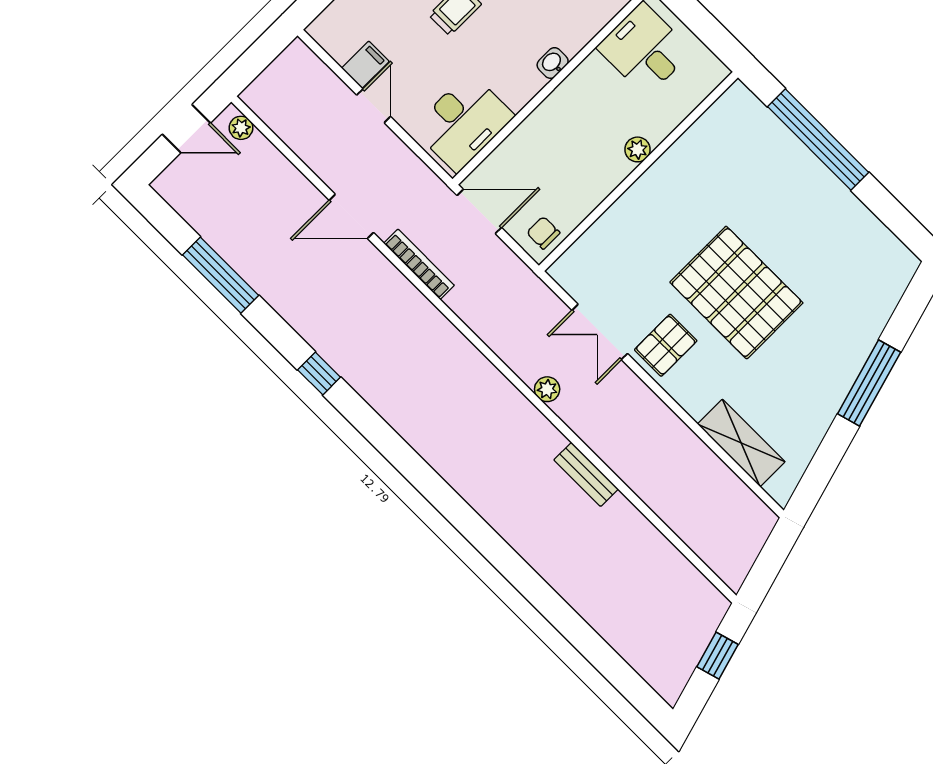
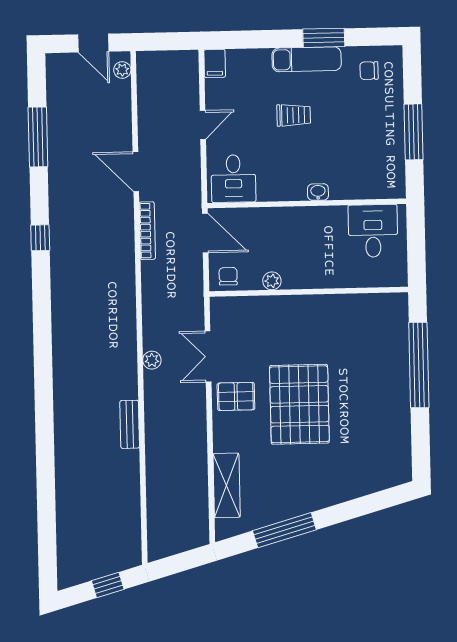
filing cabinet: (365, 65) -> (215, 63), moved, turned 90
desk: (463, 122) -> (233, 179), width x0.73
plant: (638, 149) -> (272, 281), moved
window: (869, 383) -> (284, 530), moved

